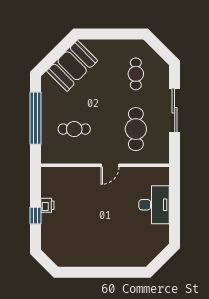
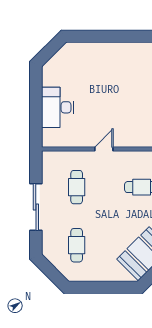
cafe table: (136, 129) -> (77, 187), width x0.73, depth x0.74

